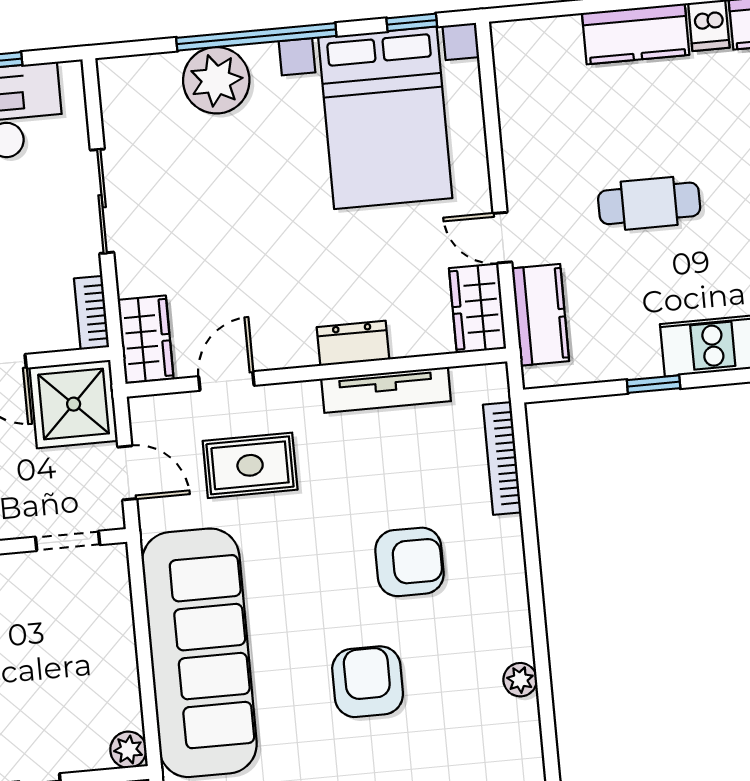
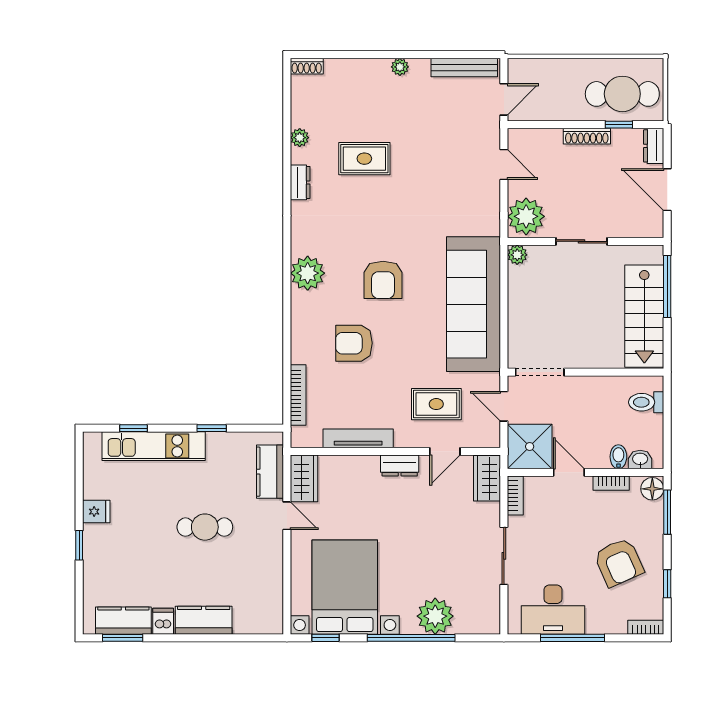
dresser: (353, 343) -> (400, 466), moved
doorway: (68, 541) -> (540, 372), width x1.38
plant: (520, 680) -> (308, 273), width x1.88, depth x1.88

